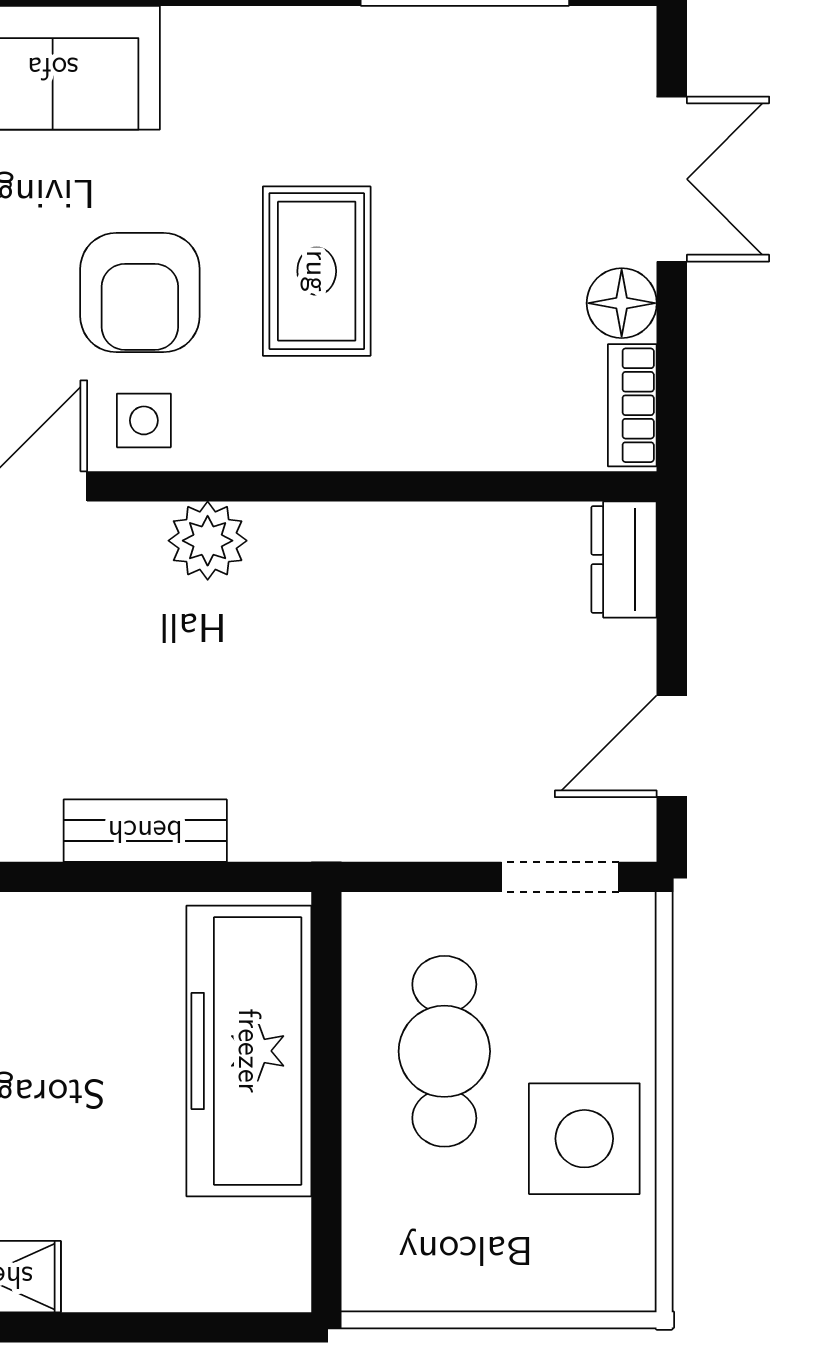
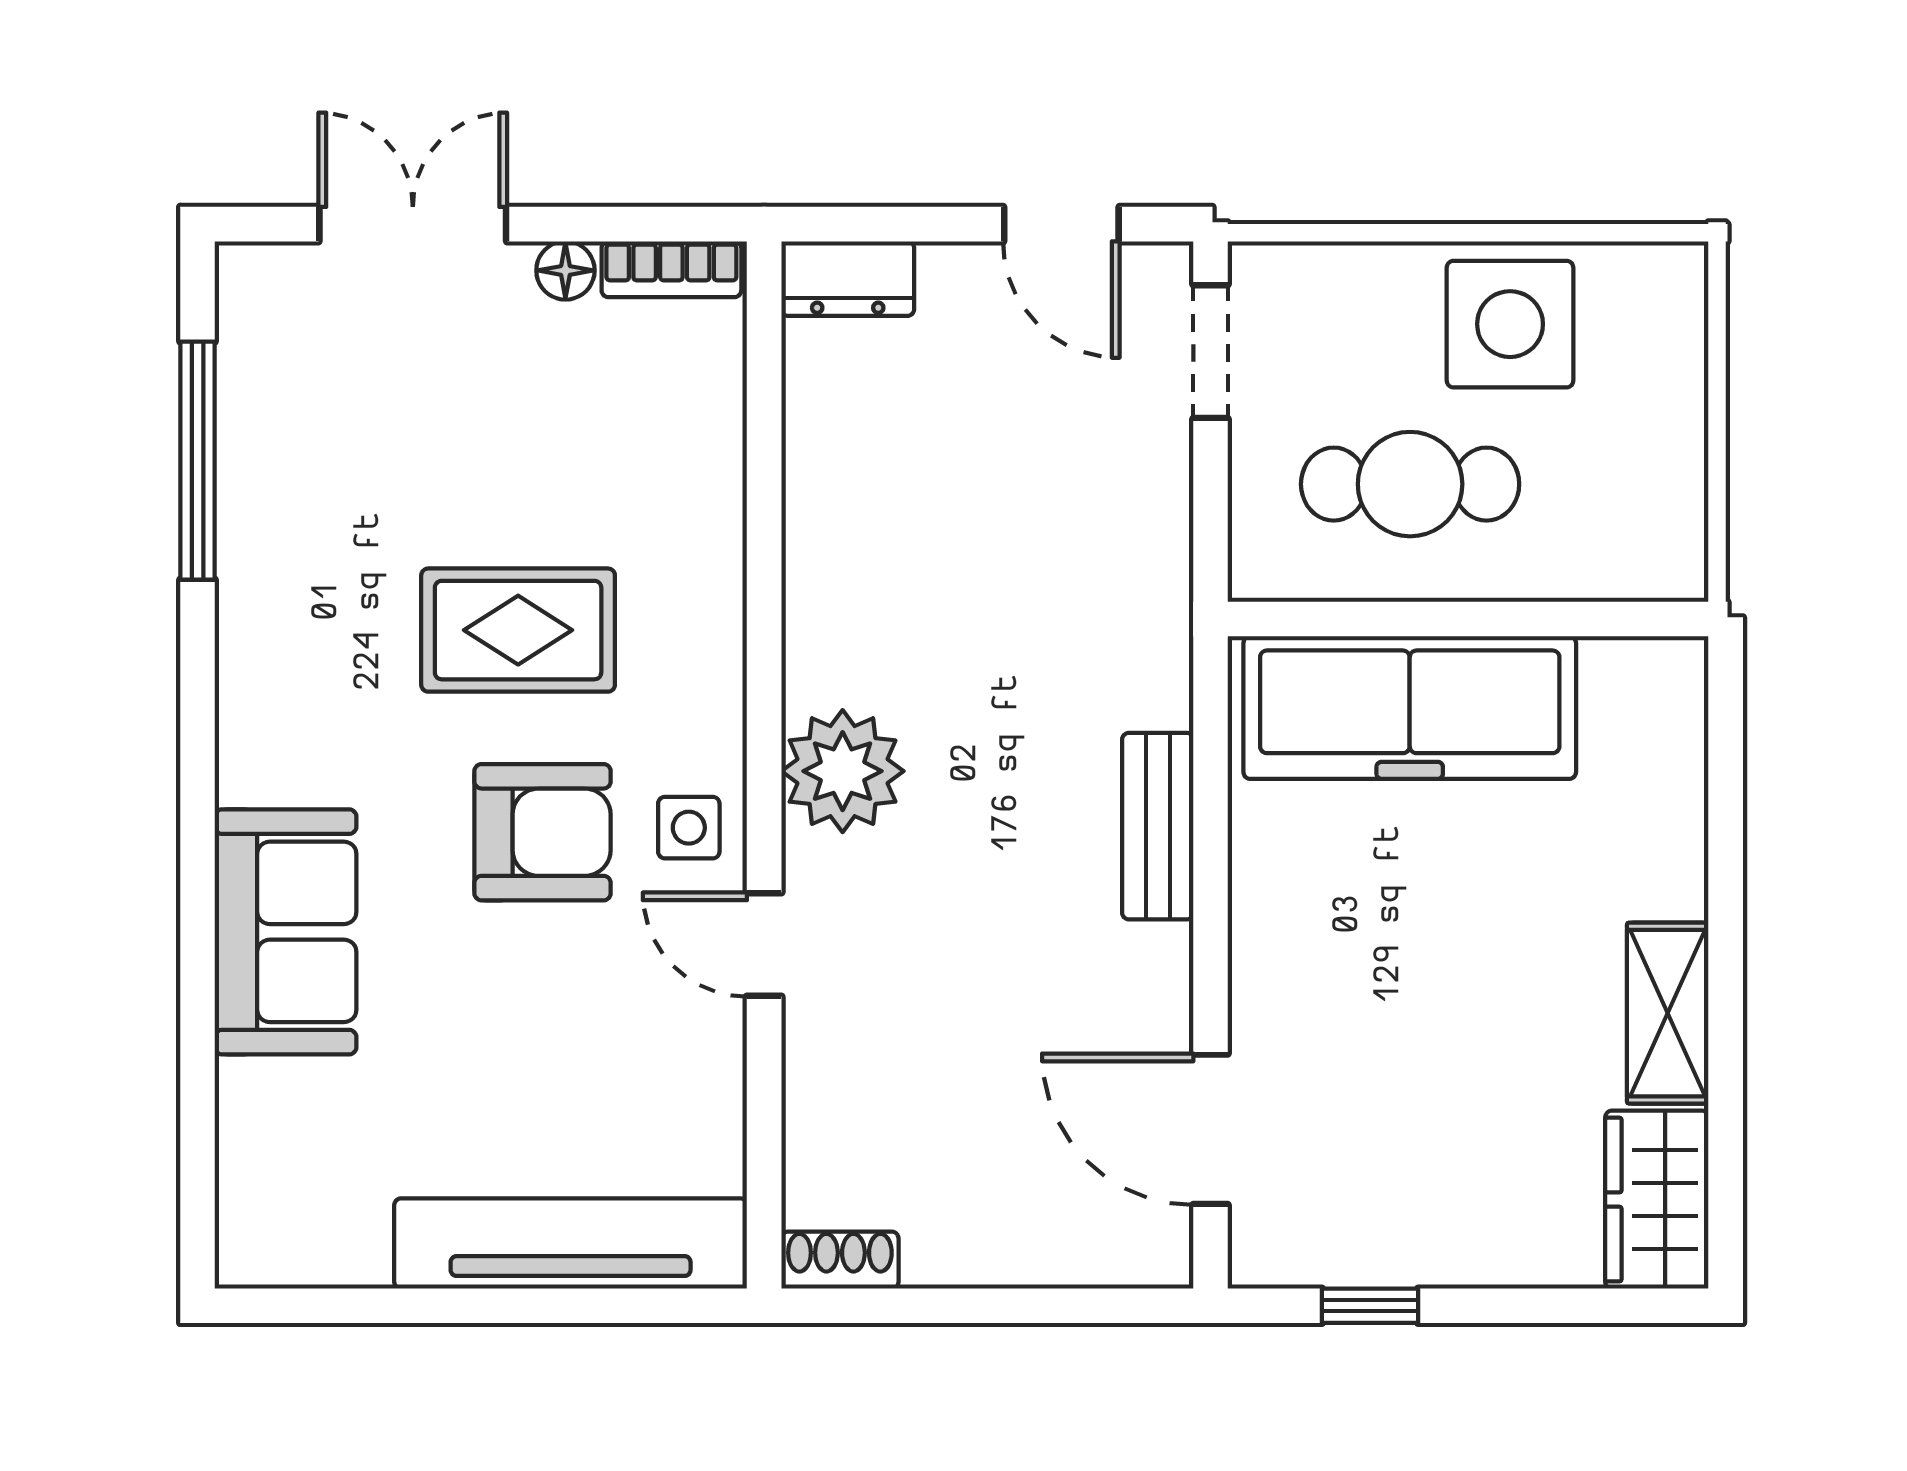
floor lamp: (622, 303) -> (565, 270), width x0.73, depth x0.73
plant: (208, 541) -> (843, 771), width x1.36, depth x1.36

